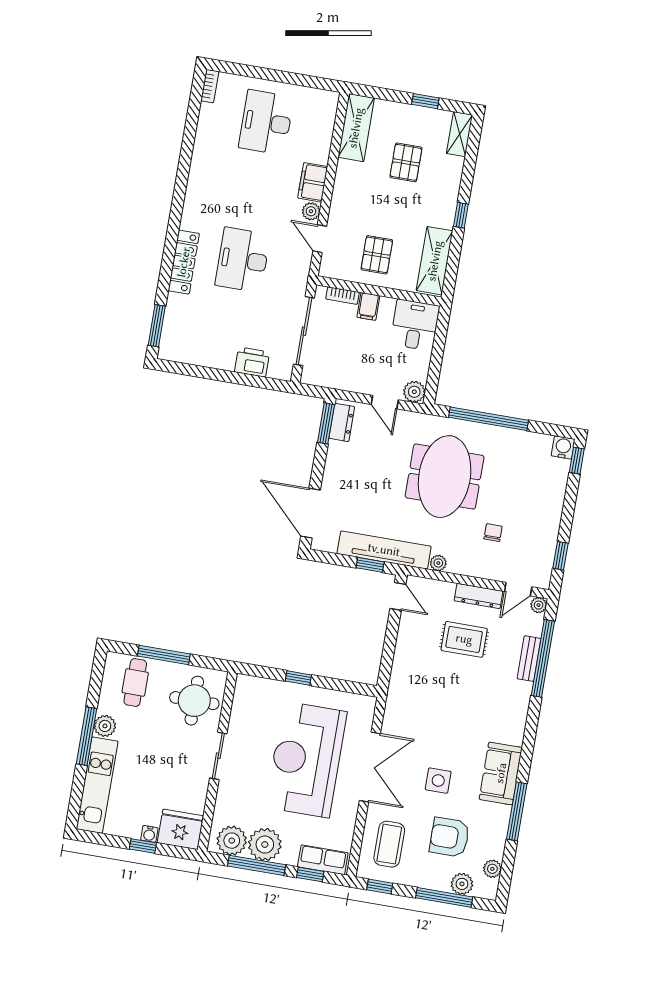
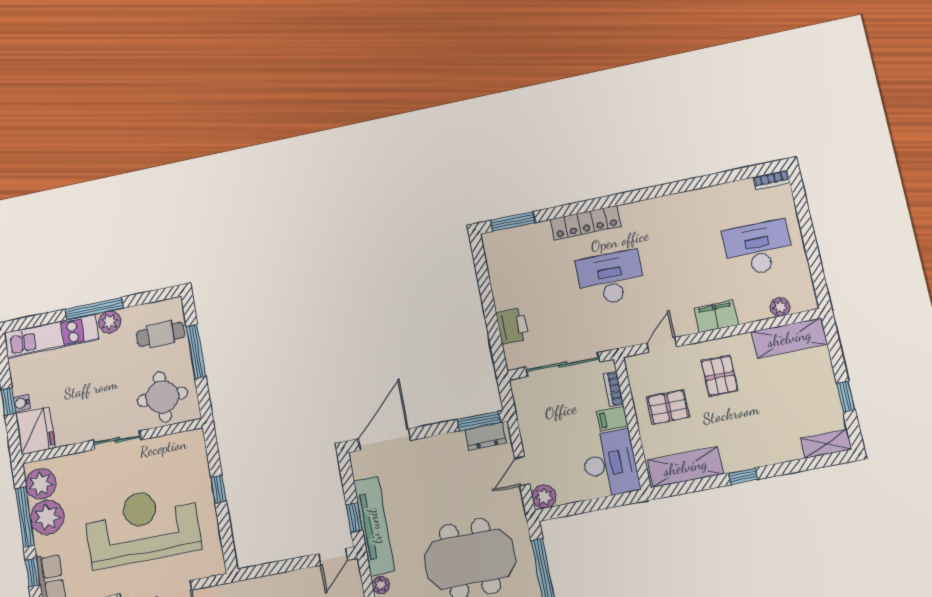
pallet: (406, 162) -> (720, 376), moved, turned 90
plant: (311, 211) -> (780, 307), moved
desk: (415, 325) -> (610, 463), width x1.37

